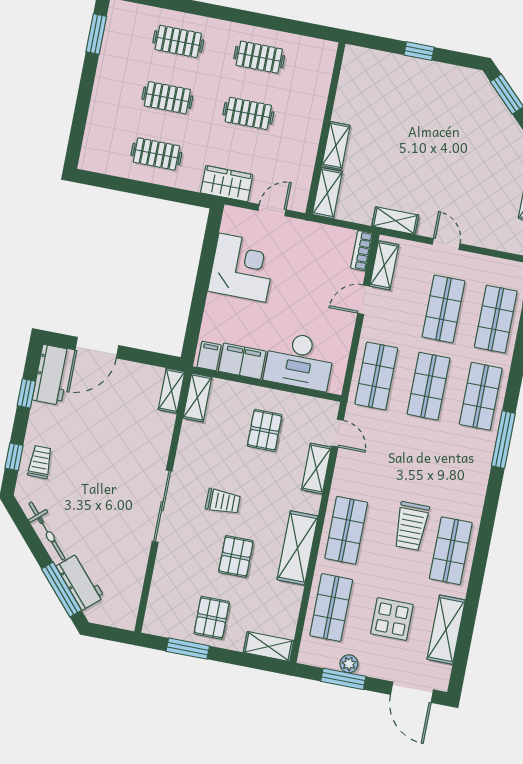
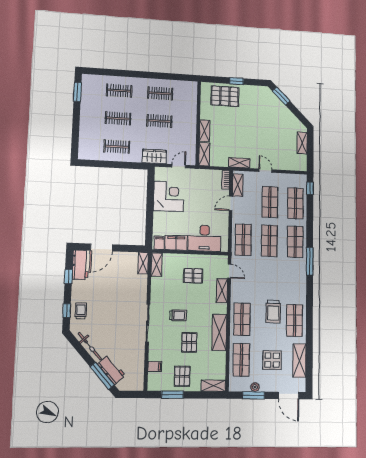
pallet: (390, 80) -> (225, 96), added
pallet: (265, 430) -> (193, 276), turned 90
filing cabinet: (163, 590) -> (155, 366), added

